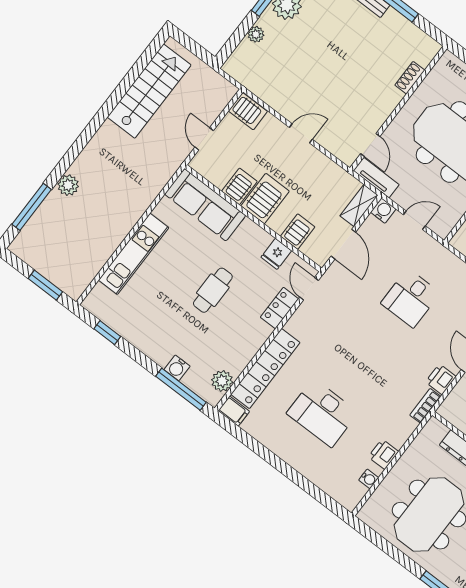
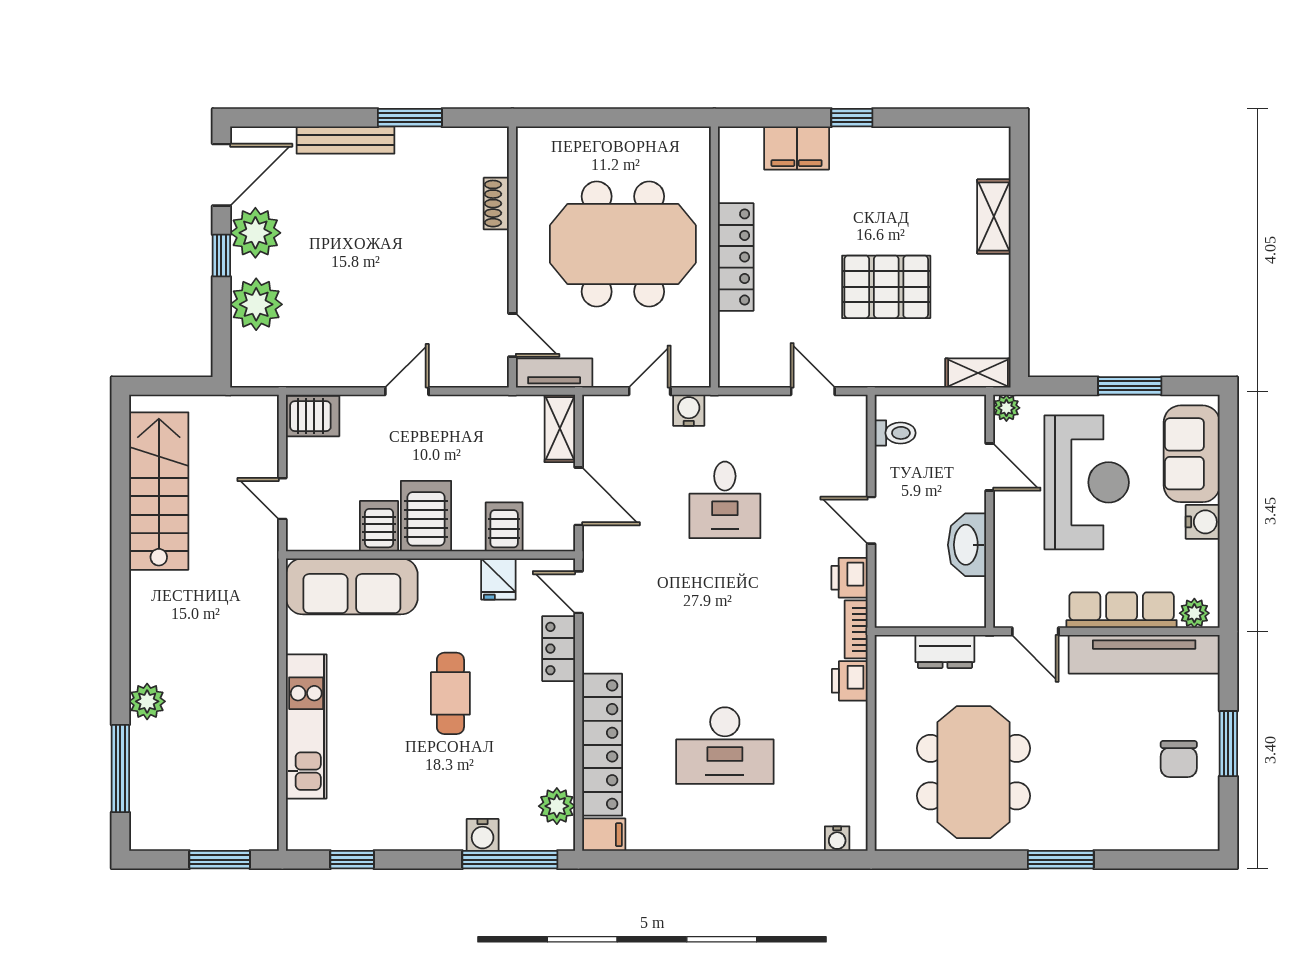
plant: (256, 34) -> (256, 304), width x1.88, depth x1.88
water cooler: (383, 211) -> (689, 410), moved
printer: (383, 454) -> (850, 681), moved
water cooler: (369, 479) -> (837, 839), moved, turned 90

